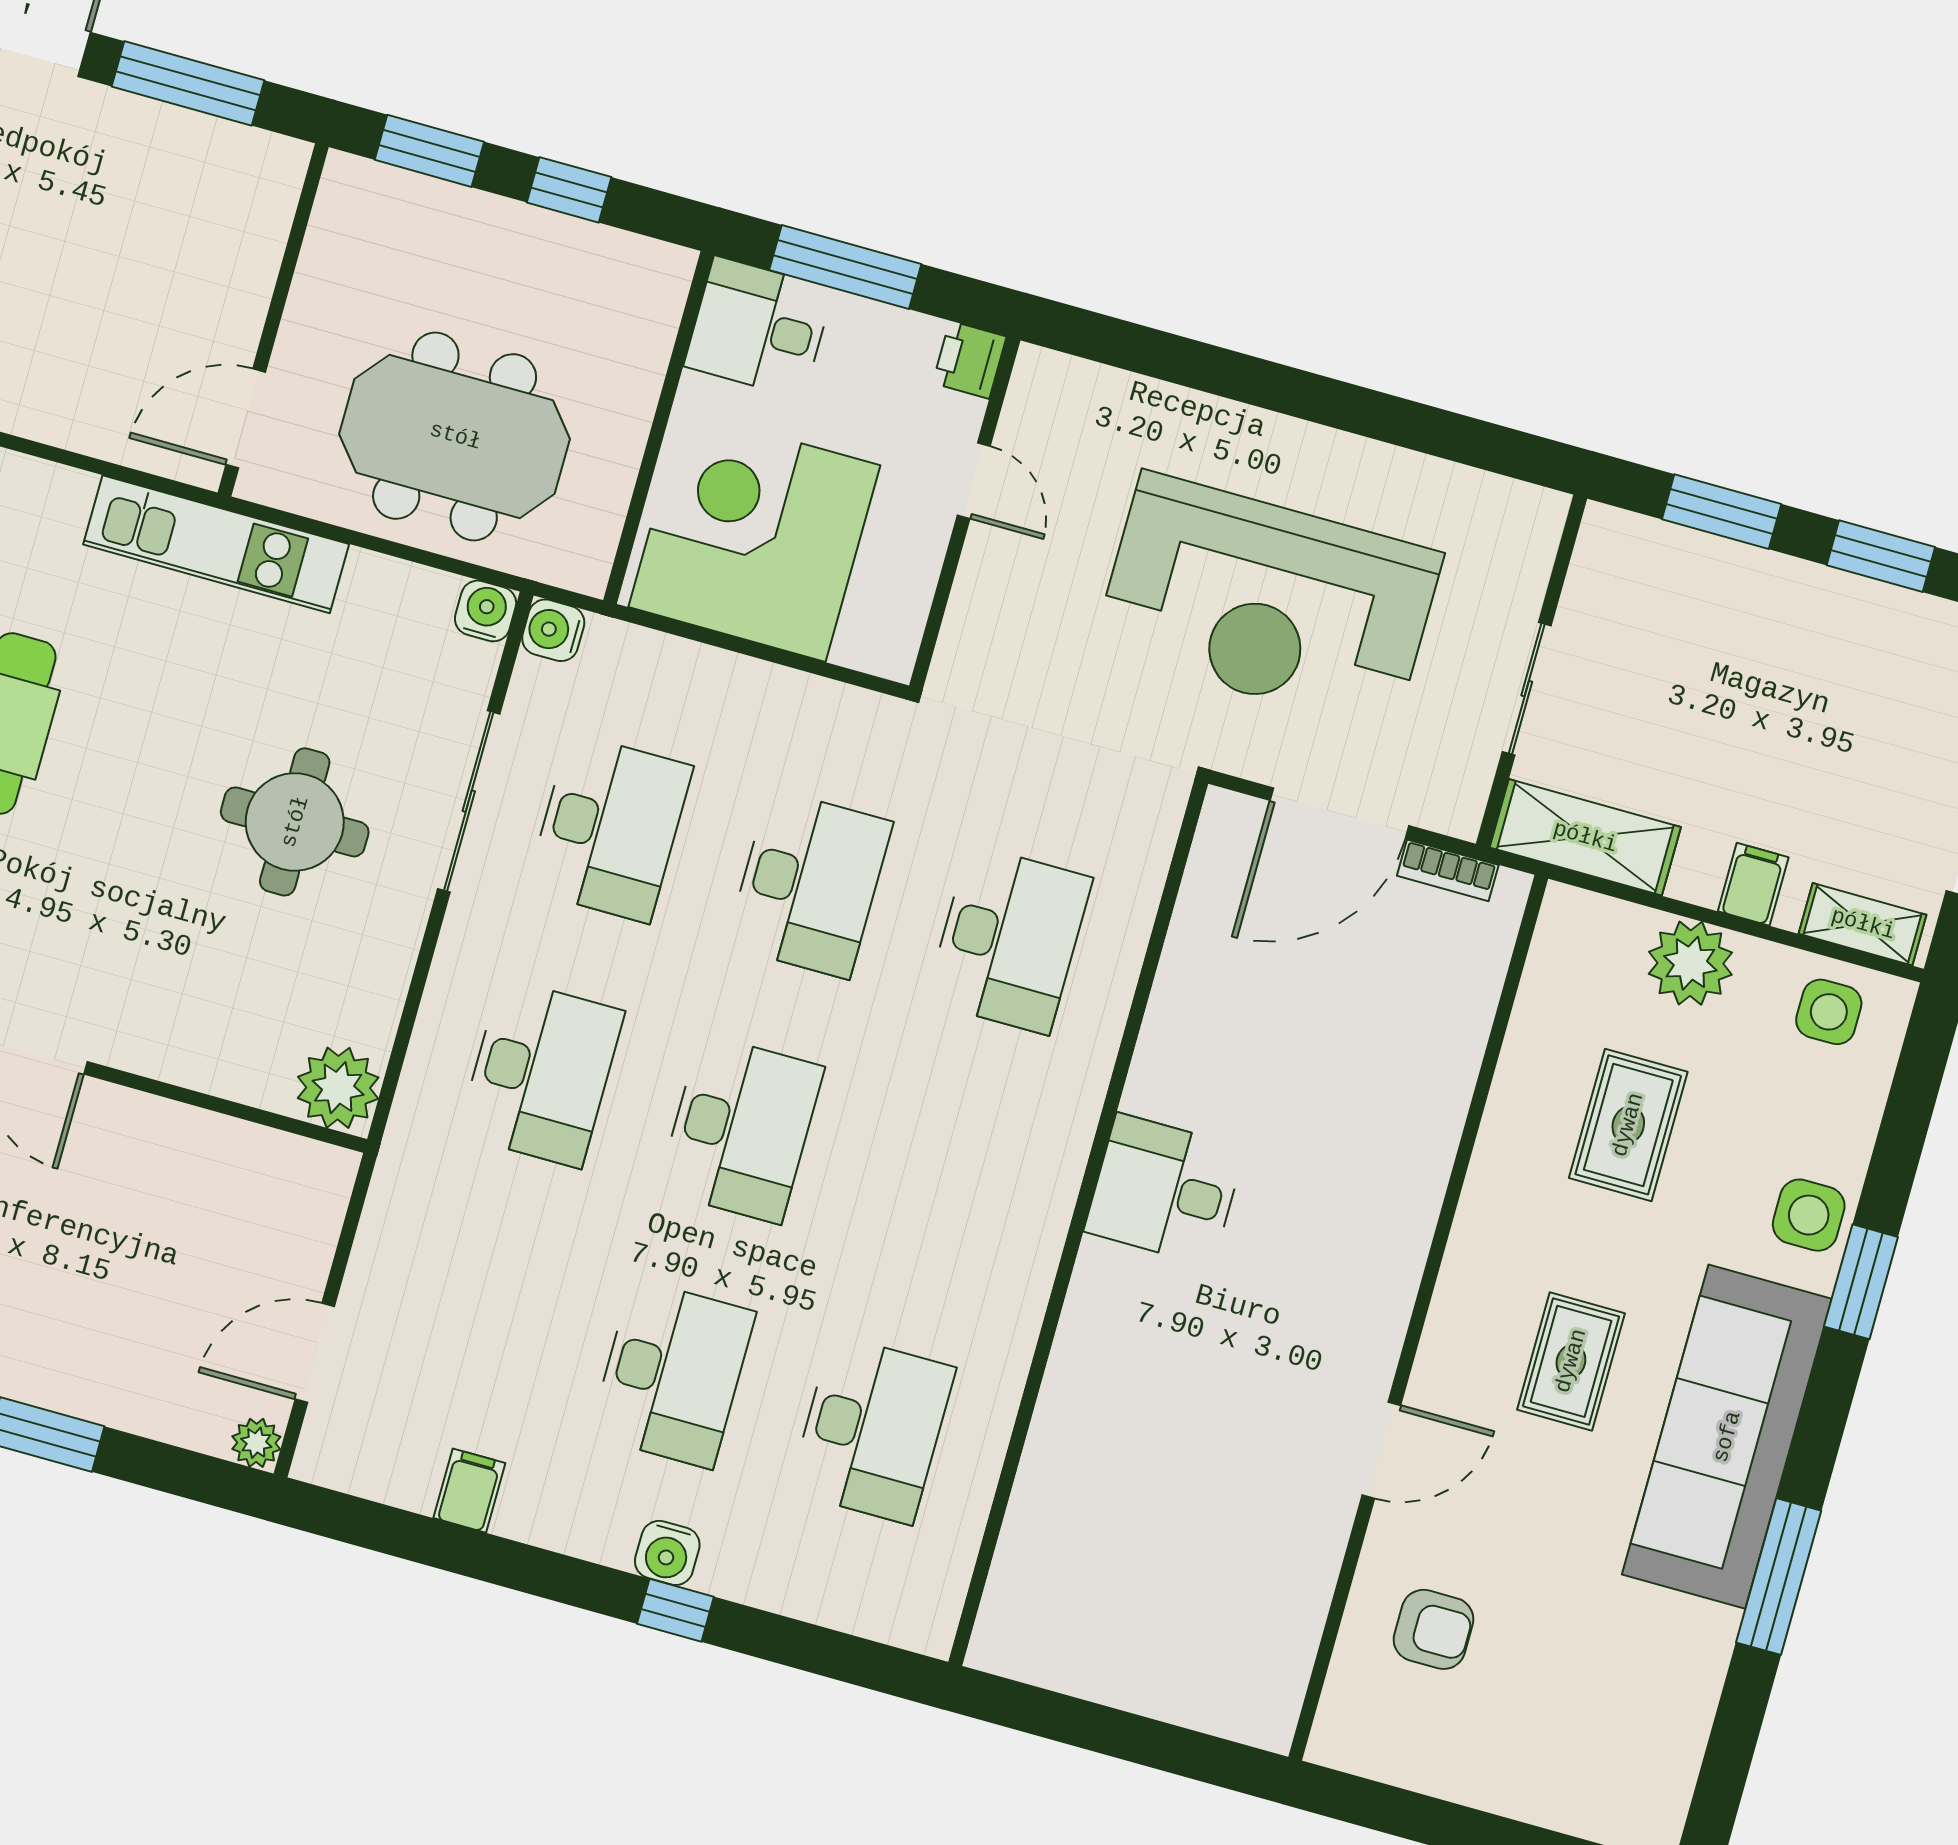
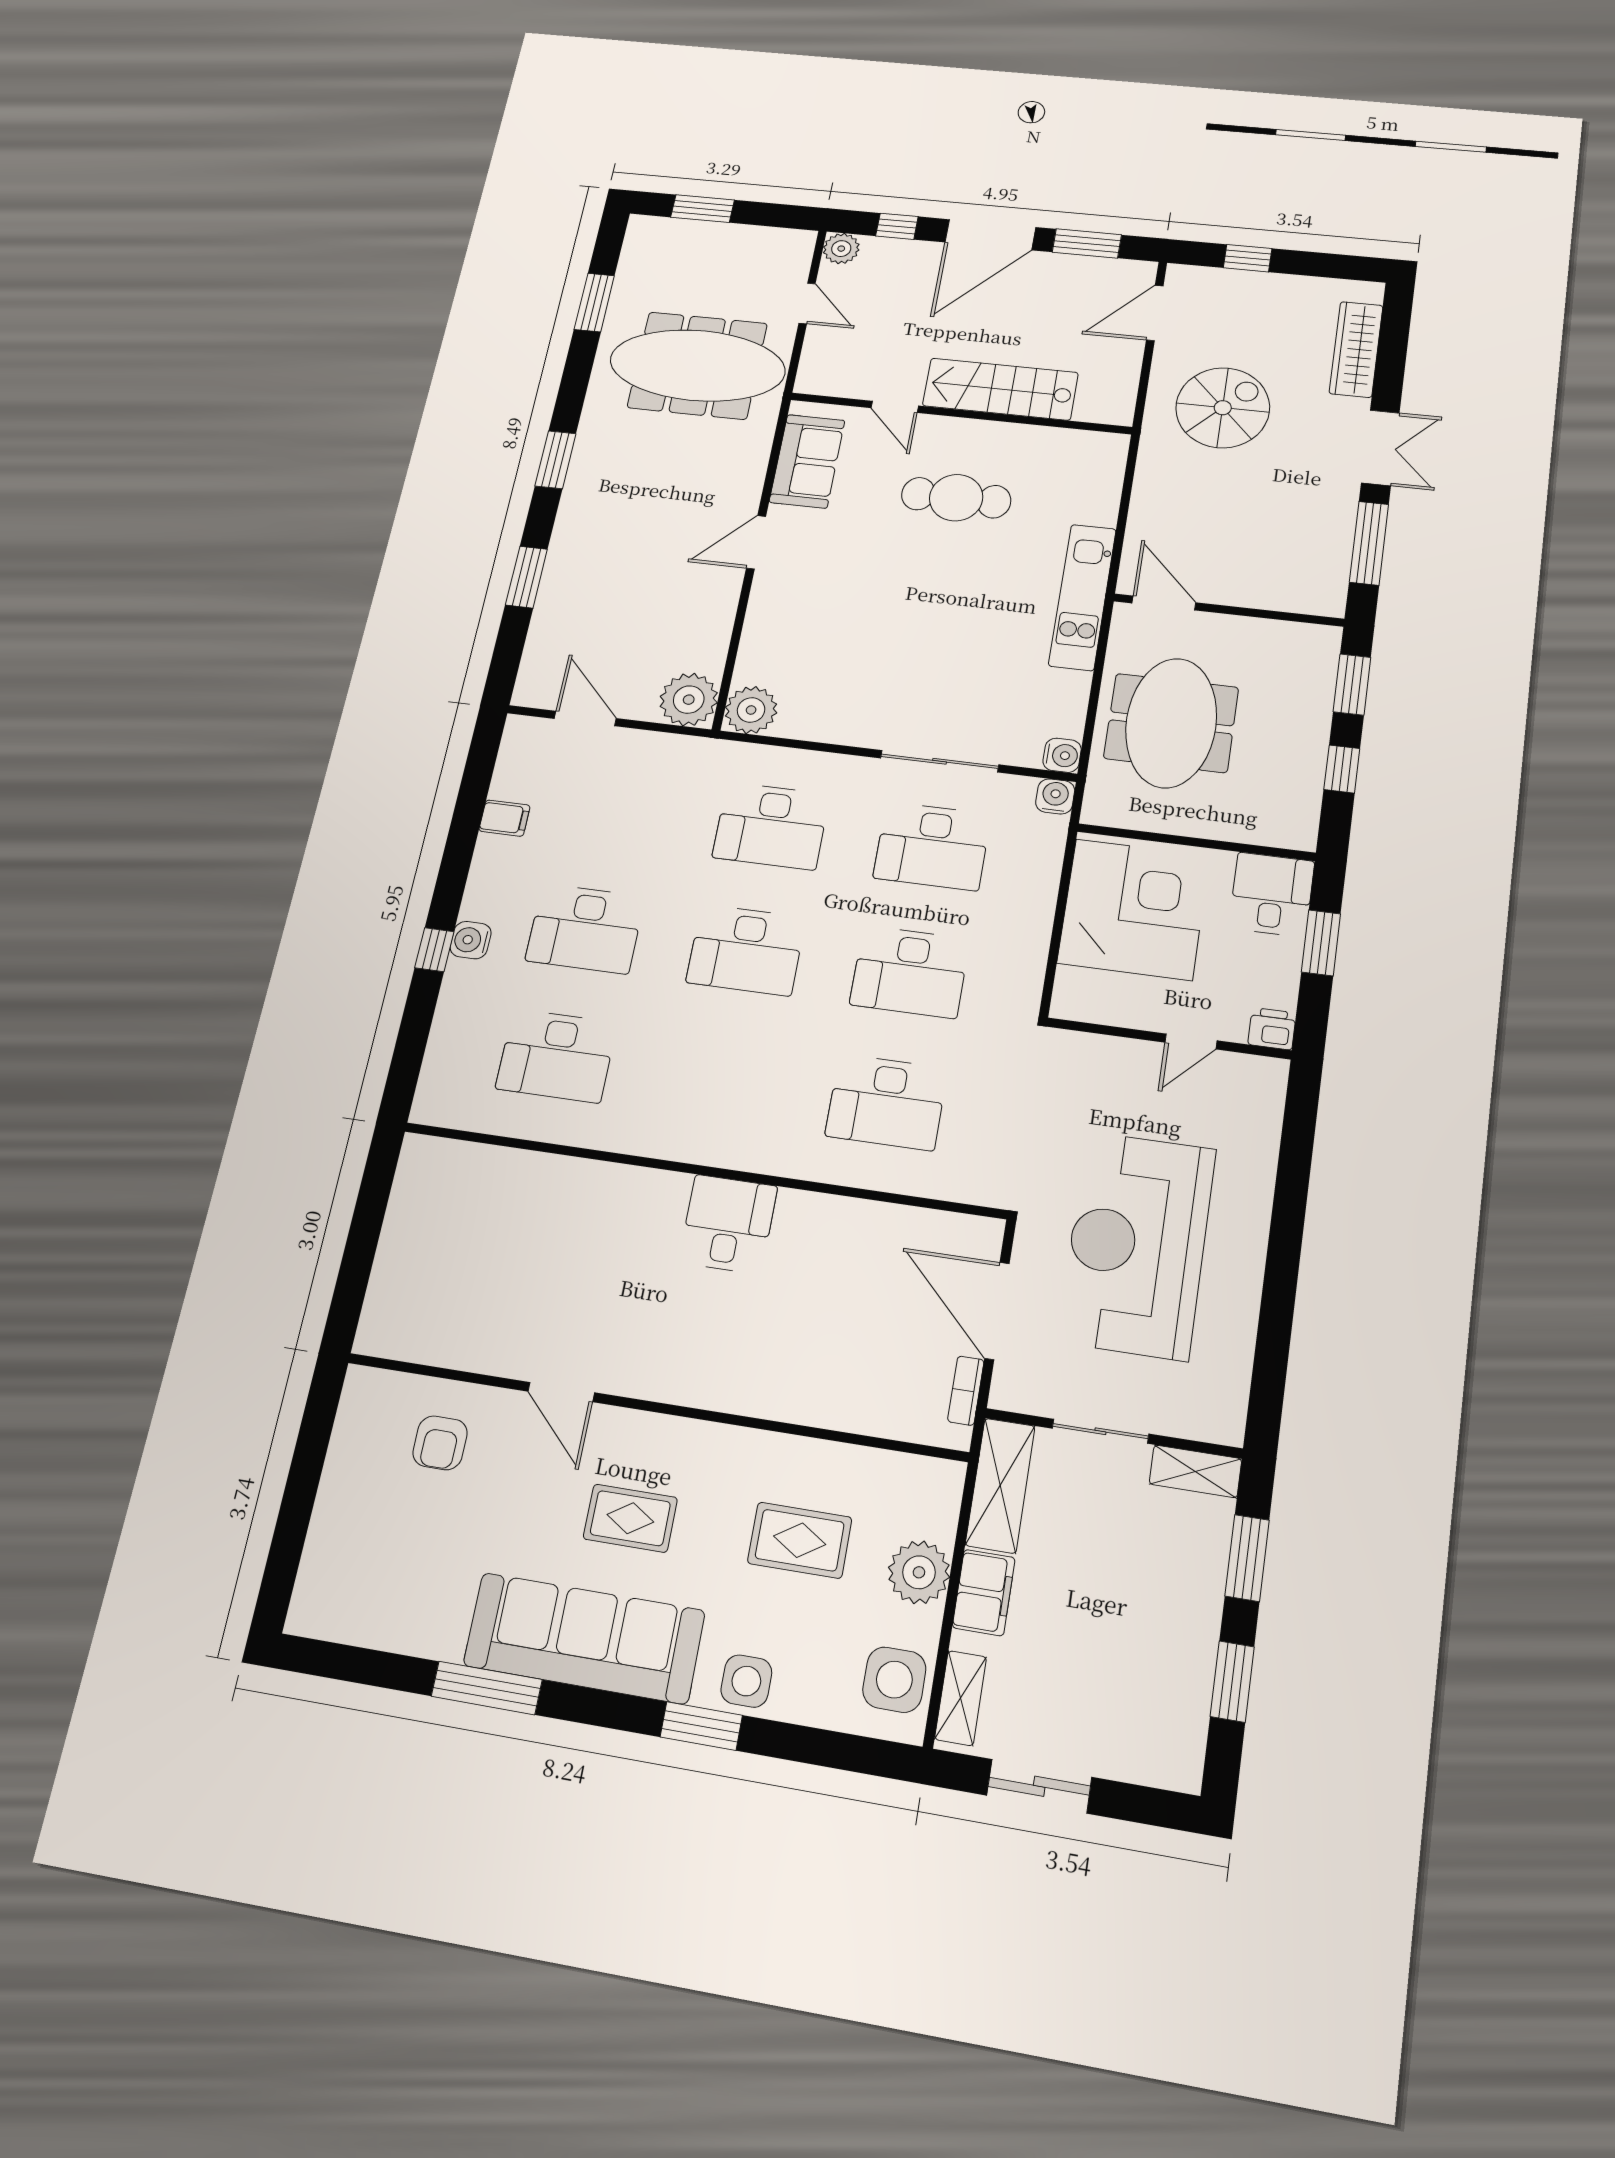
window: (845, 267) -> (1321, 943), width x0.69
shelving: (1597, 565) -> (1195, 1471), added
round table: (295, 822) -> (915, 664), removed
filing cabinet: (1753, 884) -> (984, 1593), width x2.00
side table: (1829, 1012) -> (894, 1680), width x1.37, depth x1.37
plant: (256, 1443) -> (689, 700), moved, width x1.87, depth x1.87

